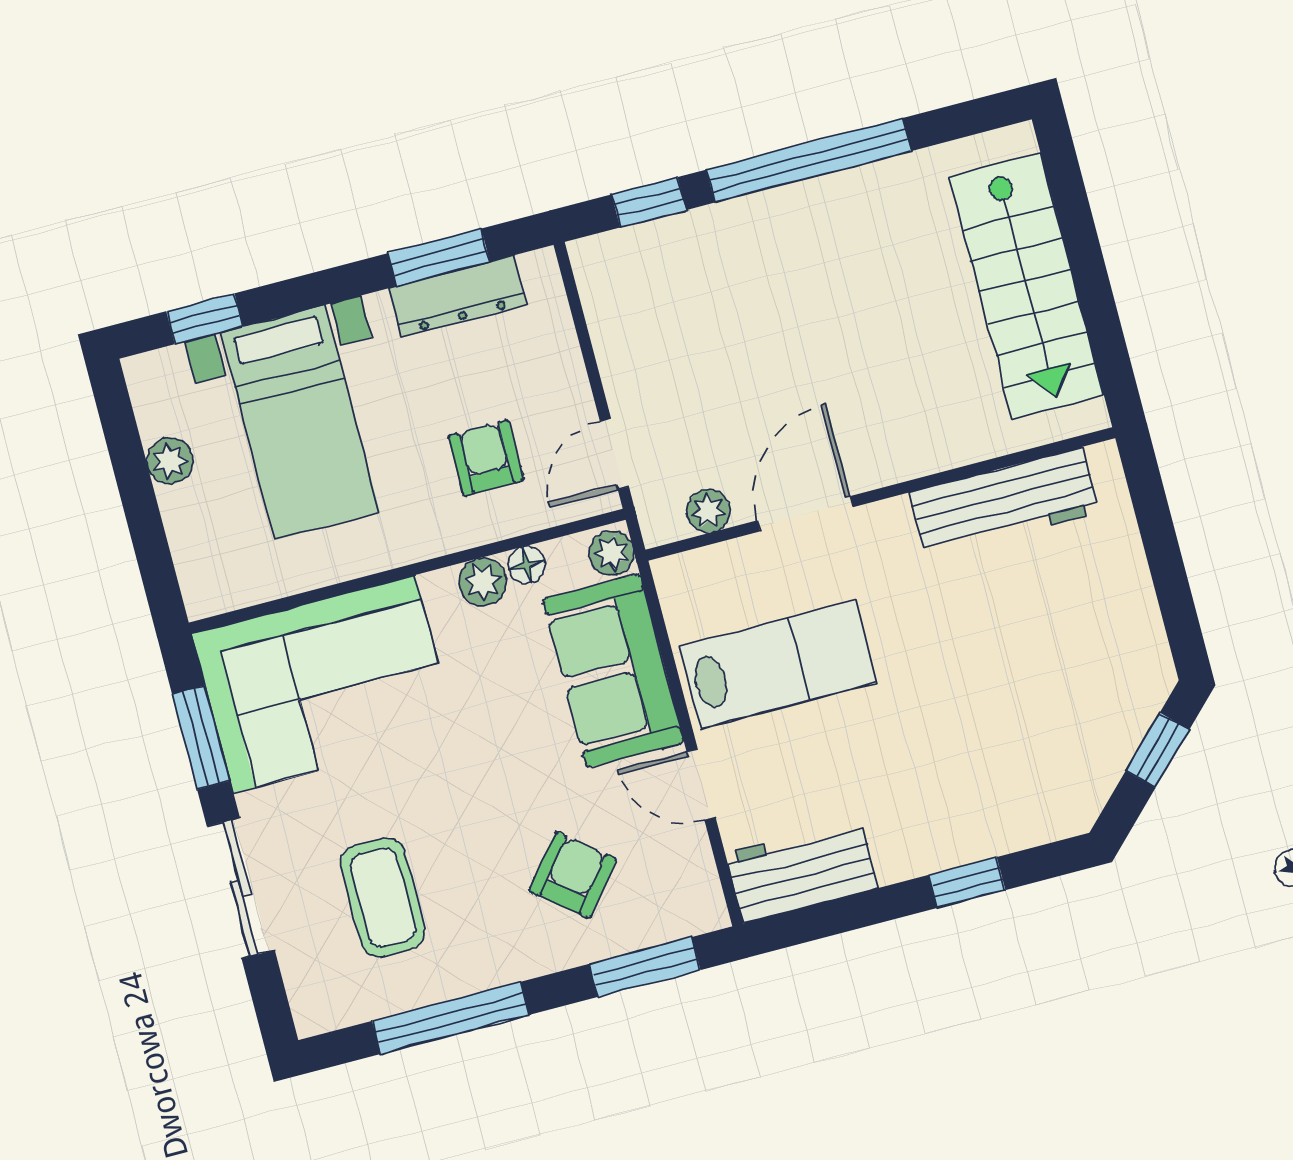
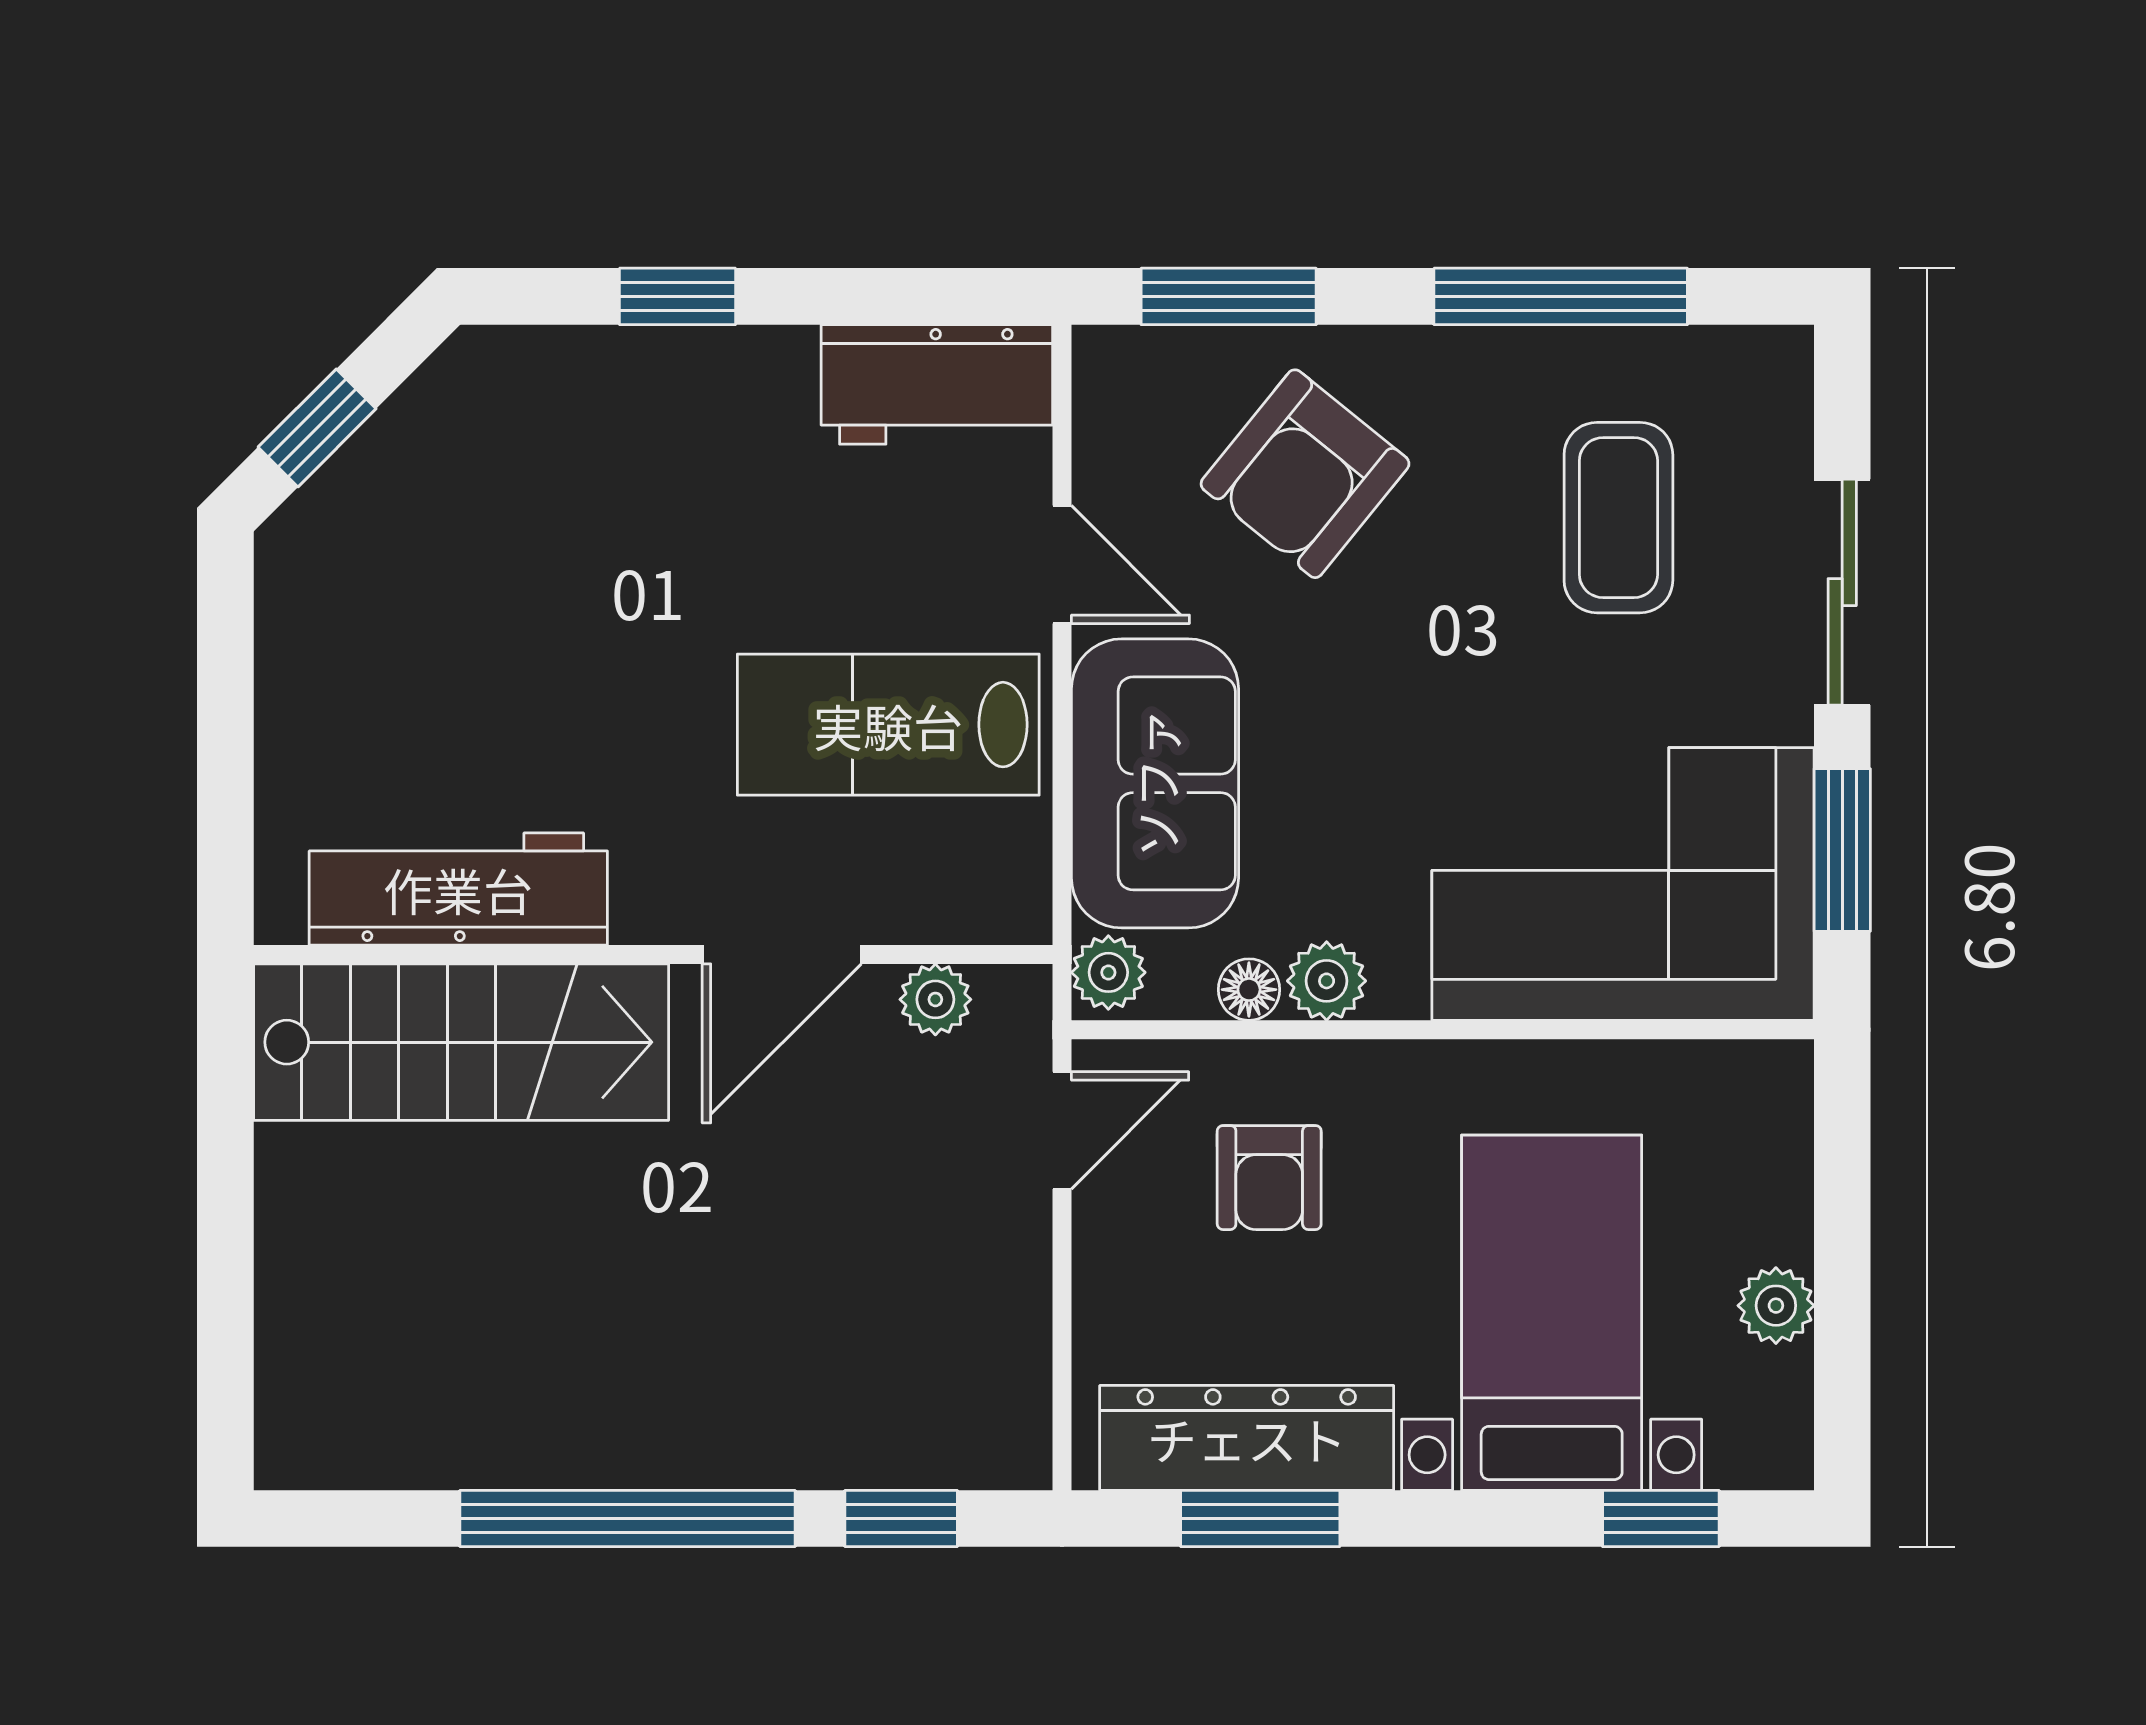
stairs: (1026, 286) -> (461, 1042), moved, turned 90
dresser: (458, 296) -> (1247, 1438), width x1.37, depth x1.24
armchair: (573, 875) -> (1305, 474), width x1.38, depth x1.38

